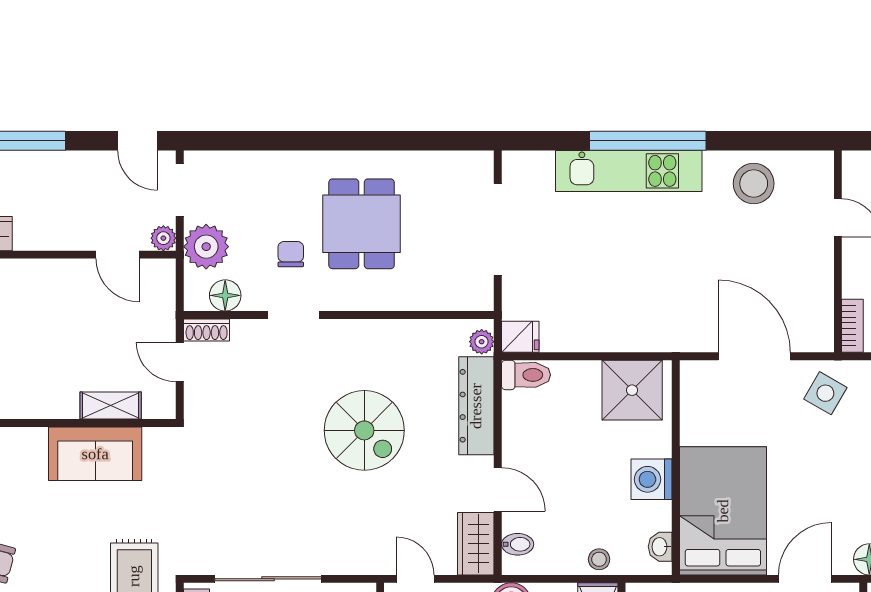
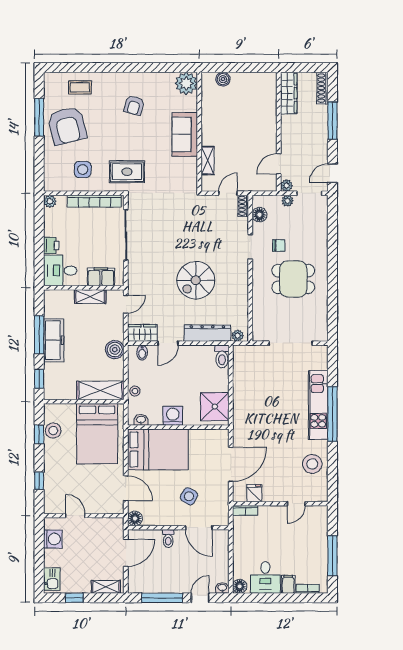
plant: (206, 247) -> (287, 201), width x0.53, depth x0.53
fridge: (520, 337) -> (254, 493), moved, turned 180
side table: (825, 393) -> (189, 496), moved
sofa: (95, 454) -> (185, 134), moved

